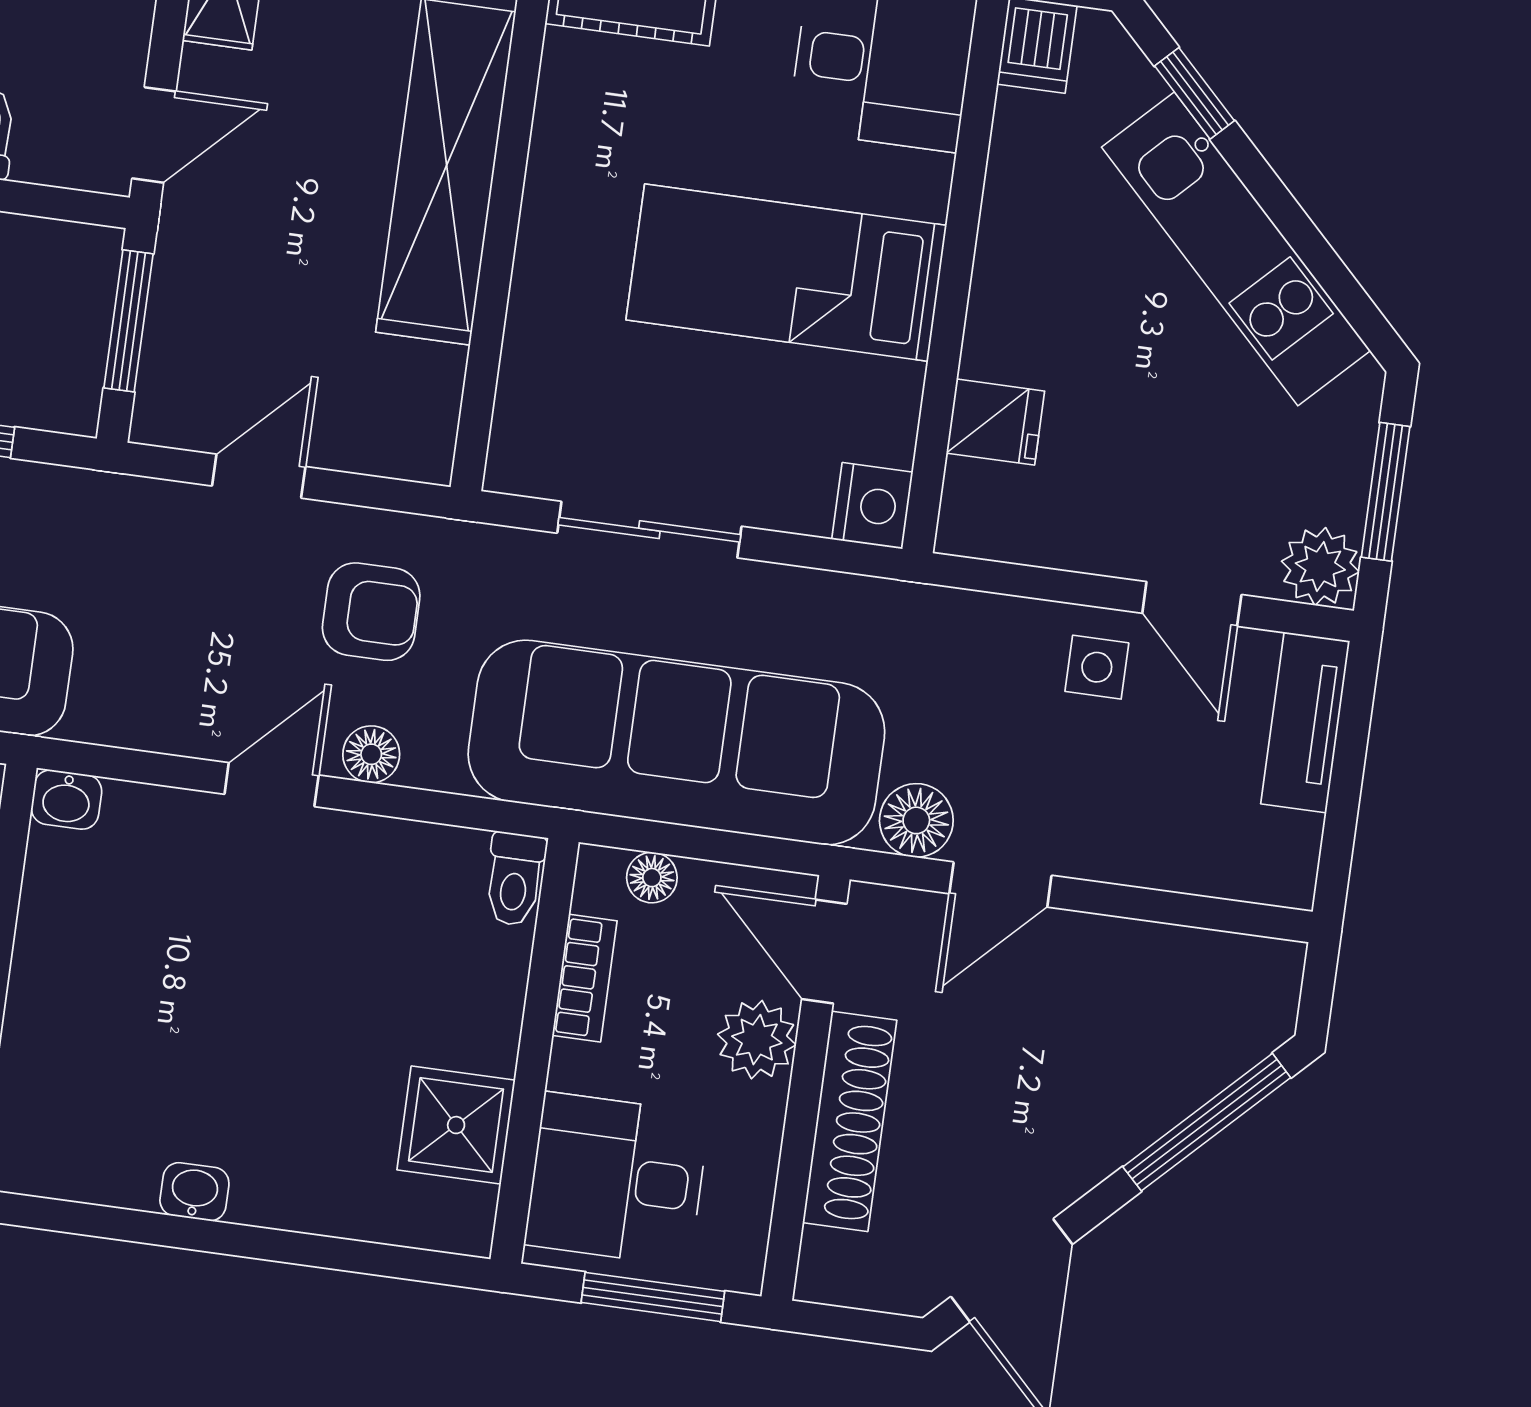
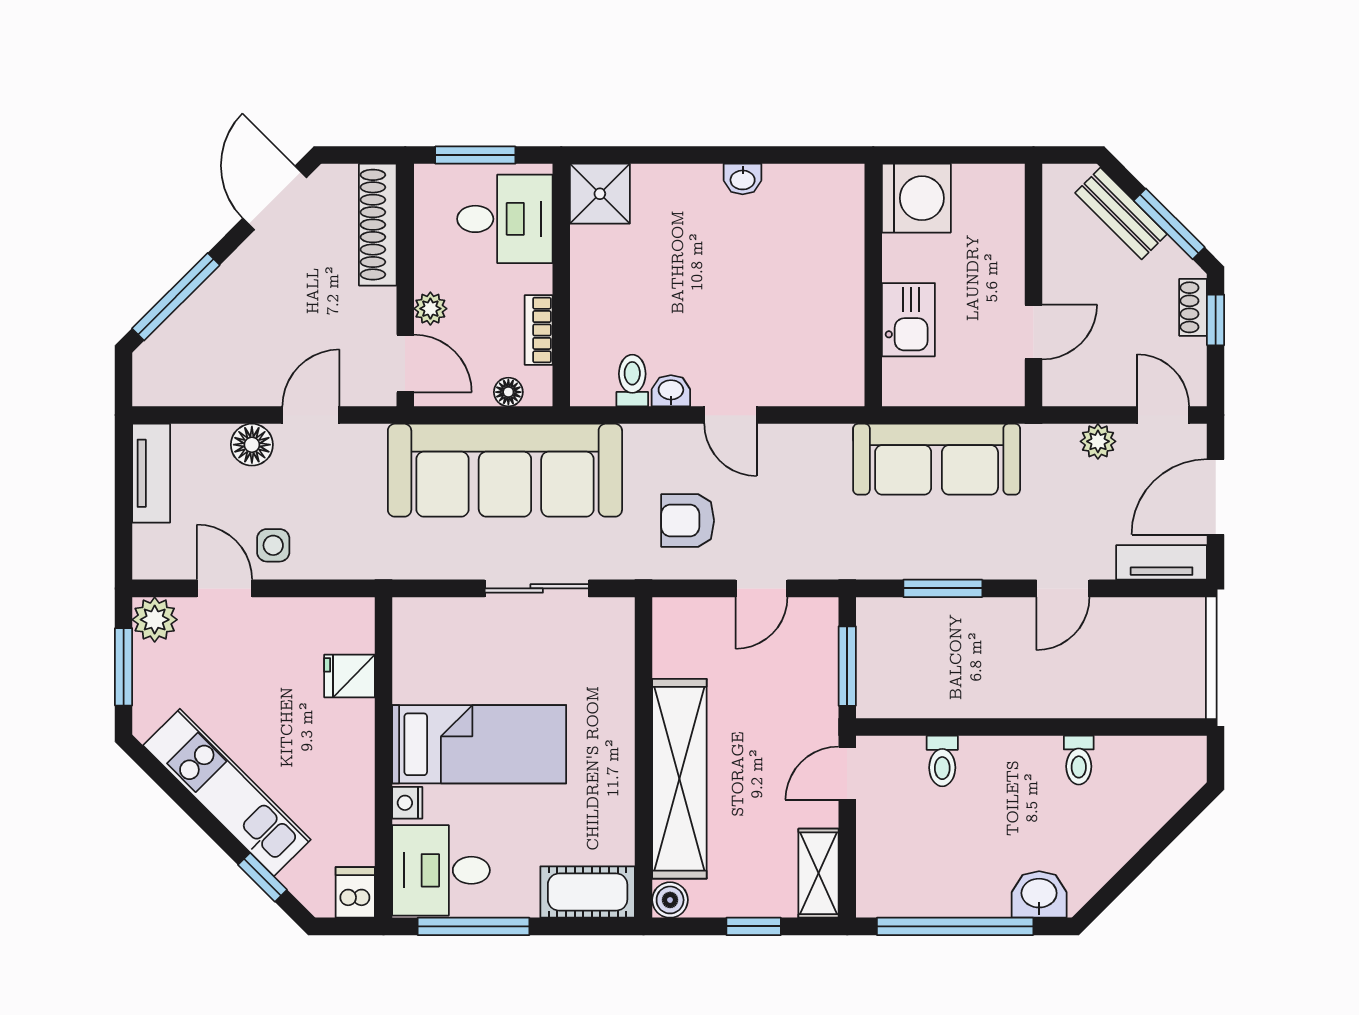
nightstand: (872, 506) -> (407, 803), moved, width x0.72, depth x0.74
tv unit: (1305, 722) -> (151, 473), moved
floor lamp: (371, 754) -> (677, 440), removed
door: (272, 785) -> (730, 415), hinge flipped
washbasin: (66, 800) -> (671, 391), moved
floor lamp: (916, 820) -> (252, 445), moved
toilet: (515, 879) -> (632, 381), moved
plant: (757, 1040) -> (430, 309), width x0.73, depth x0.73
shoe rack: (850, 1121) -> (378, 225), moved
shower: (456, 1125) -> (600, 194), moved

